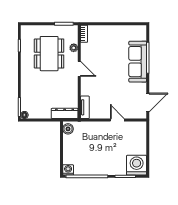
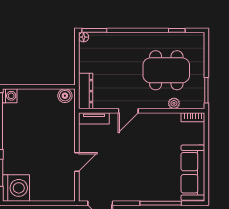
sofa: (138, 62) -> (193, 173), moved, turned -90
door: (79, 69) -> (128, 111), moved

